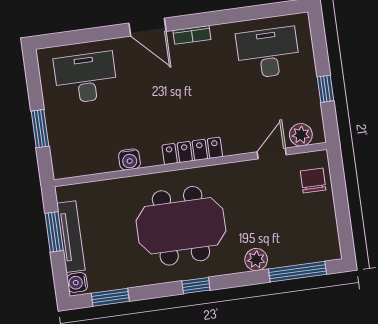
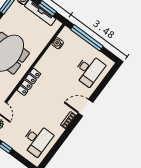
window: (40, 129) -> (87, 38), width x2.11
water cooler: (129, 159) -> (58, 43), moved

